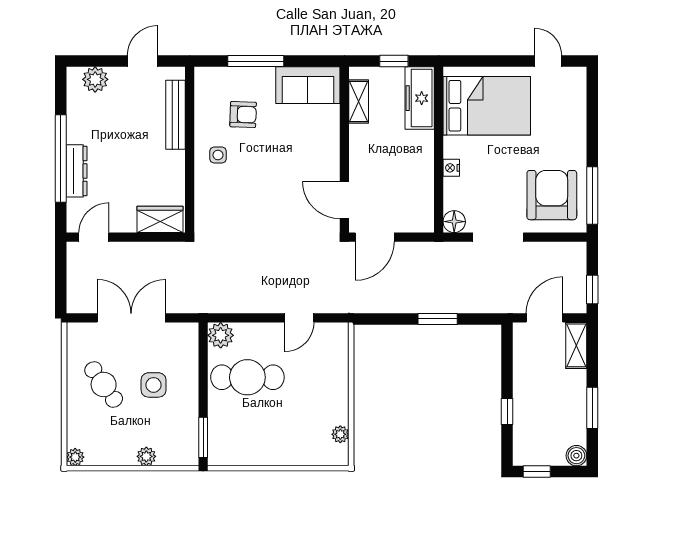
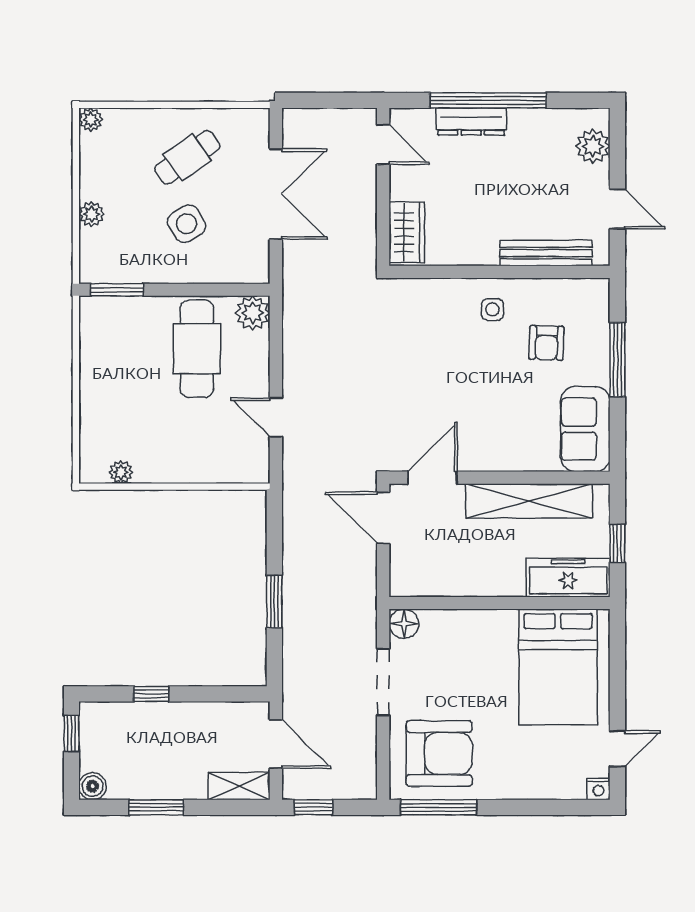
shelving: (359, 102) -> (529, 501), width x2.20, depth x1.33
nightstand: (451, 168) -> (598, 789), moved, turned 180
side table: (154, 385) -> (187, 224), turned -31

